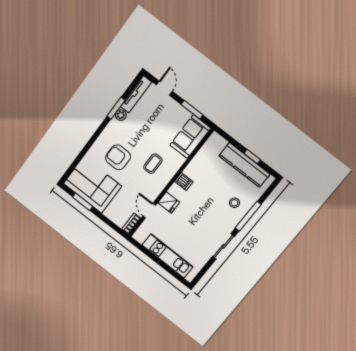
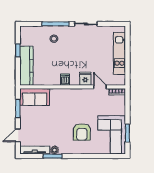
coffee table: (153, 164) -> (69, 107), removed
kitchen counter: (244, 165) -> (26, 66), moved
door: (149, 211) -> (100, 87), swing flipped

